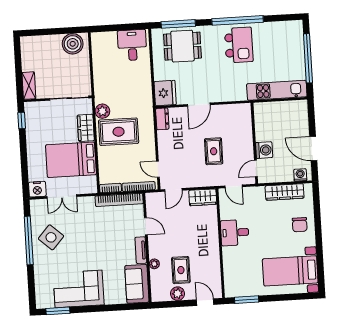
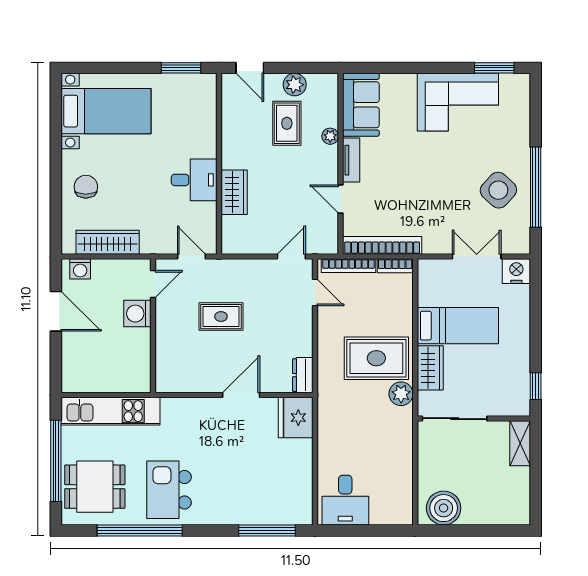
window: (238, 20) -> (140, 530), moved
dining table: (182, 46) -> (95, 487), moved
rug: (214, 151) -> (221, 317), turned 90
bed: (71, 160) -> (458, 326), width x0.67
wardrobe: (203, 197) -> (234, 192), moved, turned 90

